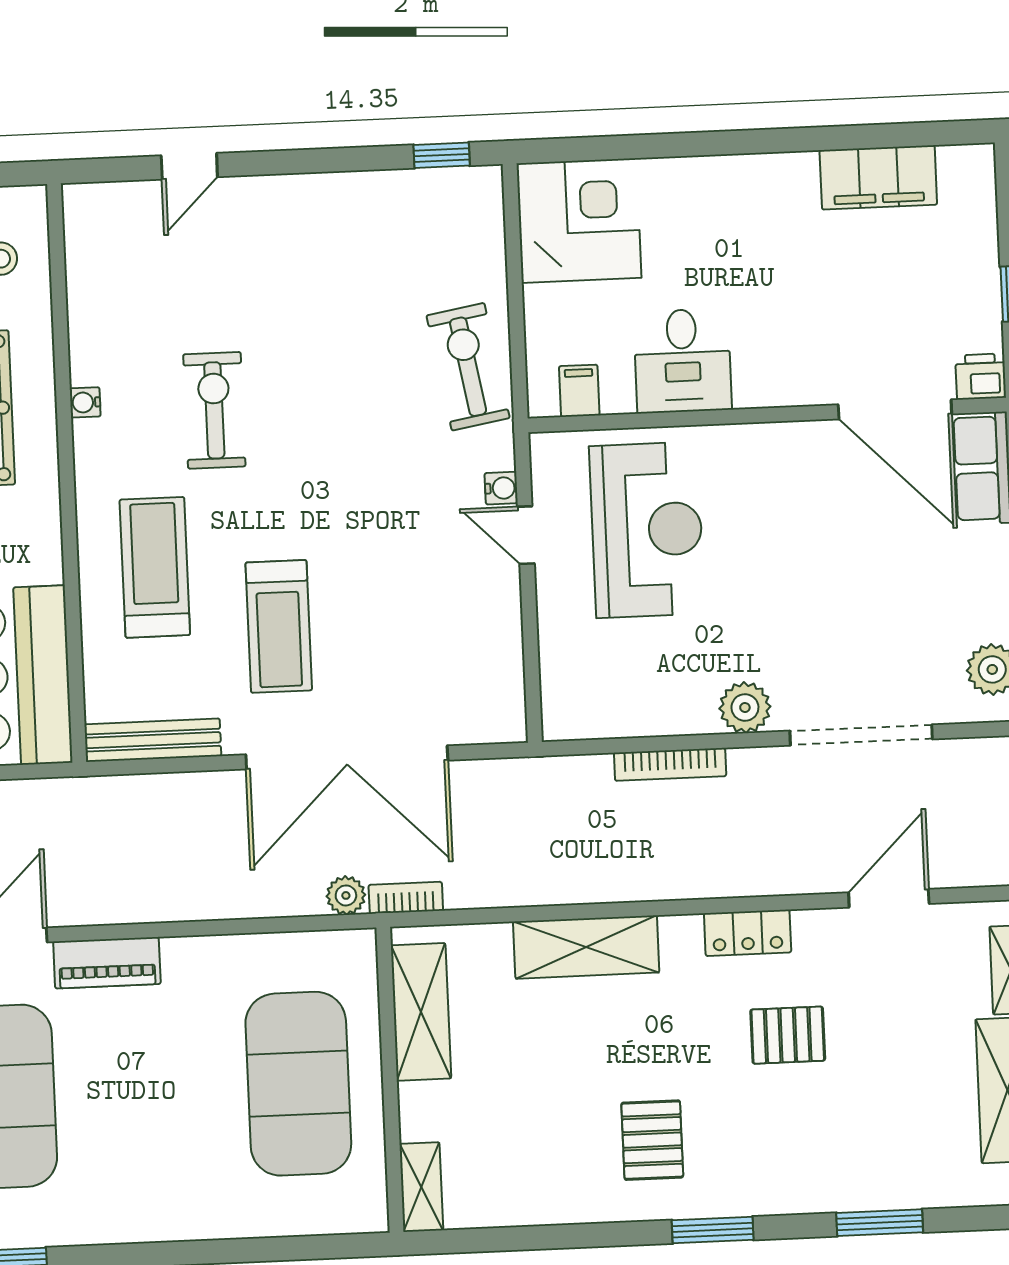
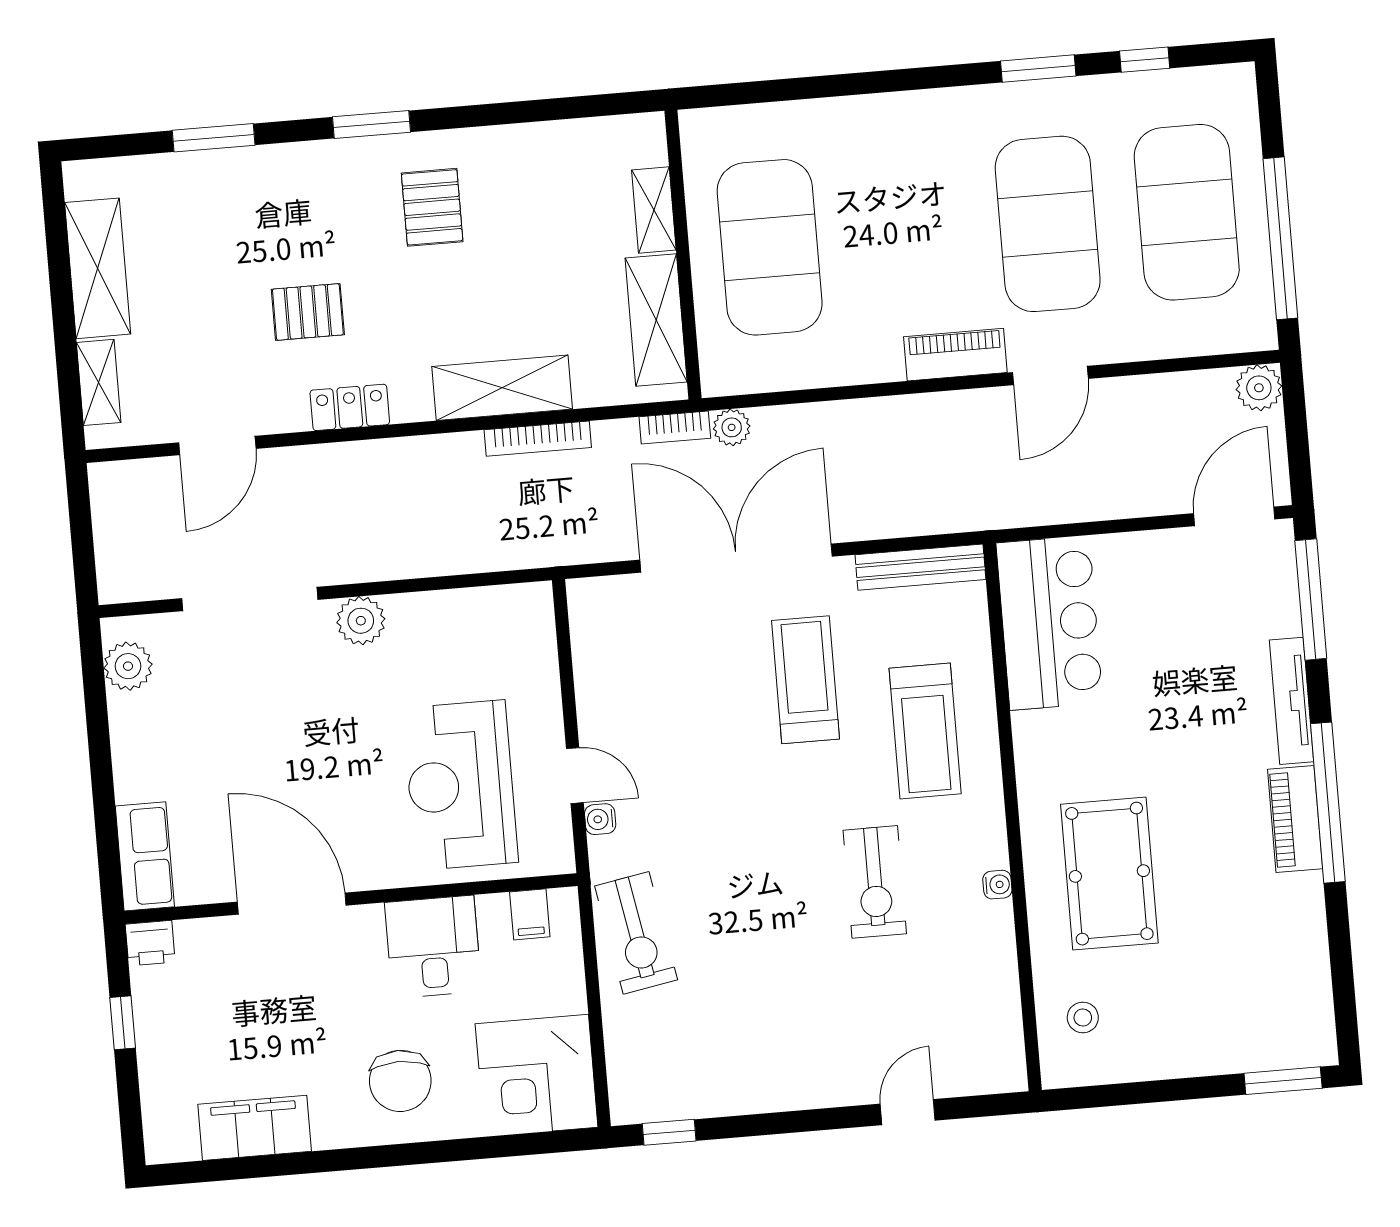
chair: (723, 221) -> (400, 1081), added
door: (895, 409) -> (292, 904), moved
bookcase: (670, 764) -> (538, 439), moved, turned 180
shelving: (421, 1187) -> (654, 210), moved

